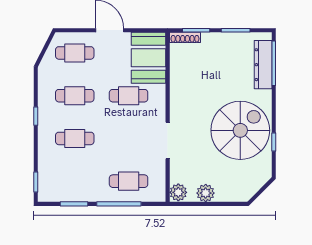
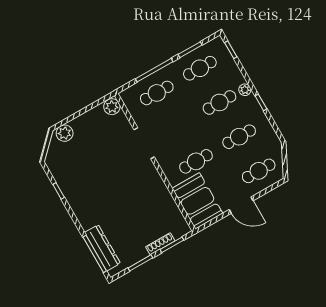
shoe rack: (185, 37) -> (160, 244), moved
spiral stairs: (240, 130) -> (91, 185), removed
plant: (44, 137) -> (245, 90), added
cafe table: (75, 181) -> (200, 68), added
plant: (206, 193) -> (65, 133), moved

